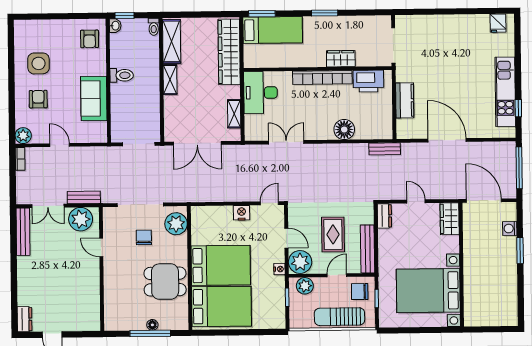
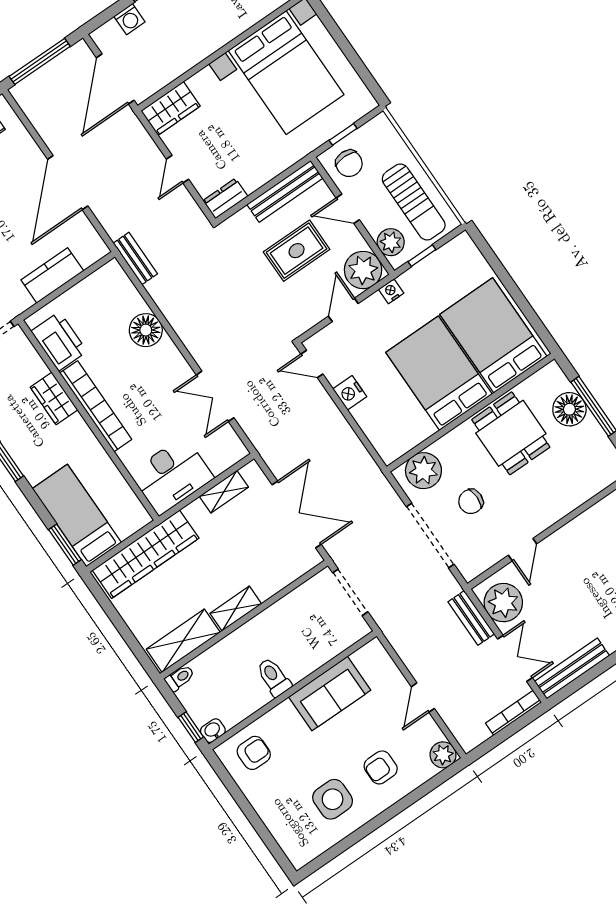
bookcase: (20, 159) -> (514, 713), moved, width x1.56
sun lounger: (339, 317) -> (414, 202), moved
floor lamp: (152, 325) -> (569, 409), width x1.89, depth x1.89

